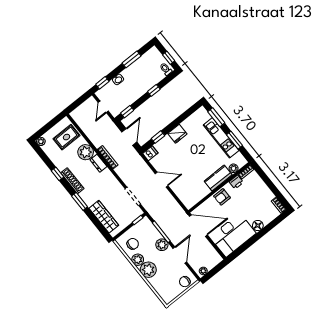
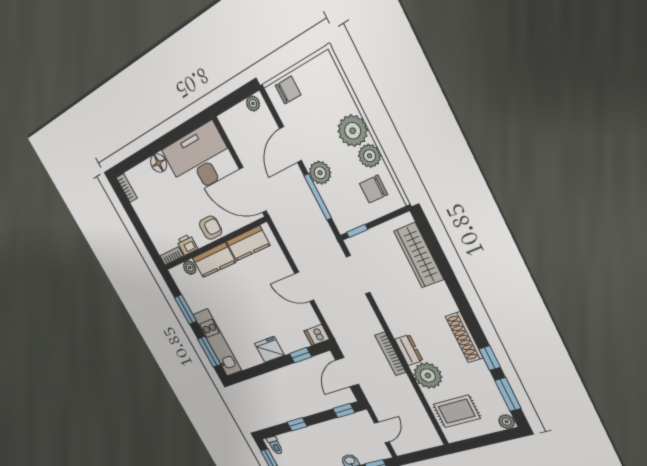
kitchen unit: (221, 138) -> (217, 343), moved
kitchen counter: (198, 195) -> (248, 243), added
window: (80, 201) -> (508, 394), moved

